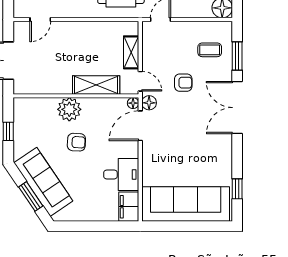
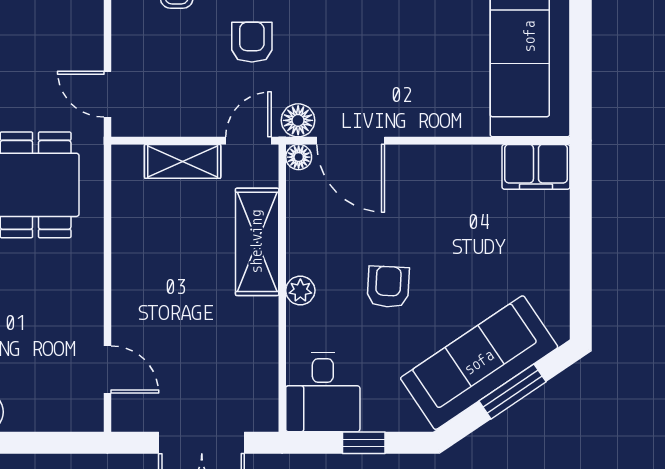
plant: (69, 109) -> (300, 290), width x0.53, depth x0.53
desk: (121, 174) -> (323, 392), moved, turned 180

